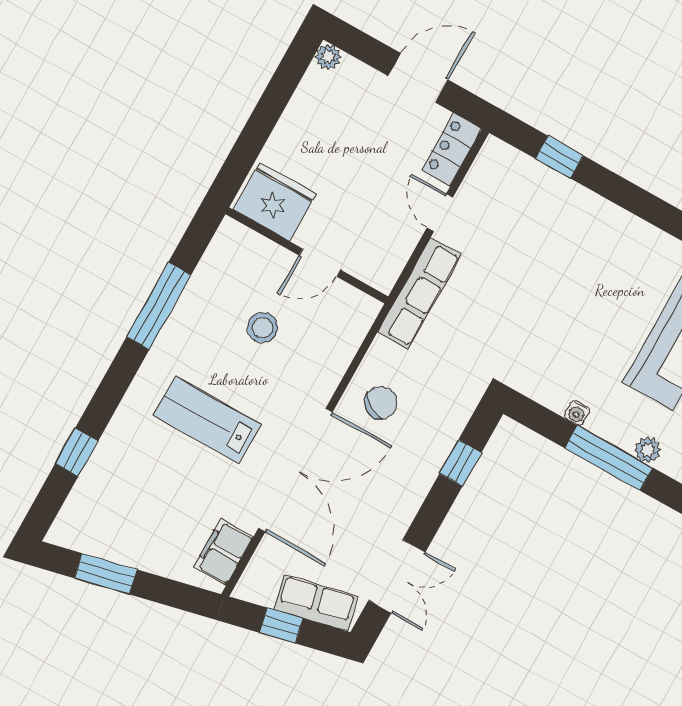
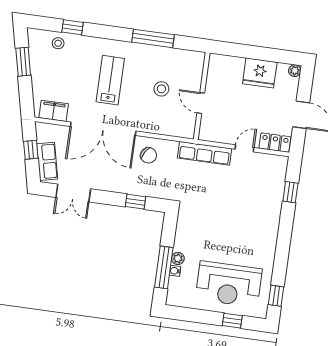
fridge: (275, 202) -> (260, 73), moved, turned 90
water cooler: (577, 413) -> (175, 271), moved
plant: (648, 450) -> (178, 258), moved
stool: (96, 492) -> (58, 43), added

